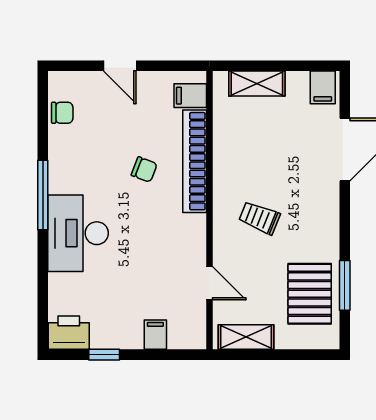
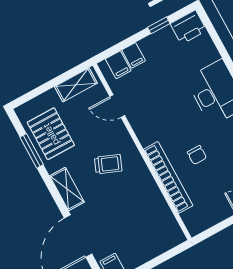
shelving: (257, 84) -> (67, 189), moved, turned 90
filing cabinet: (190, 96) -> (118, 65), moved, turned 90
chair: (144, 169) -> (197, 155), turned -111

